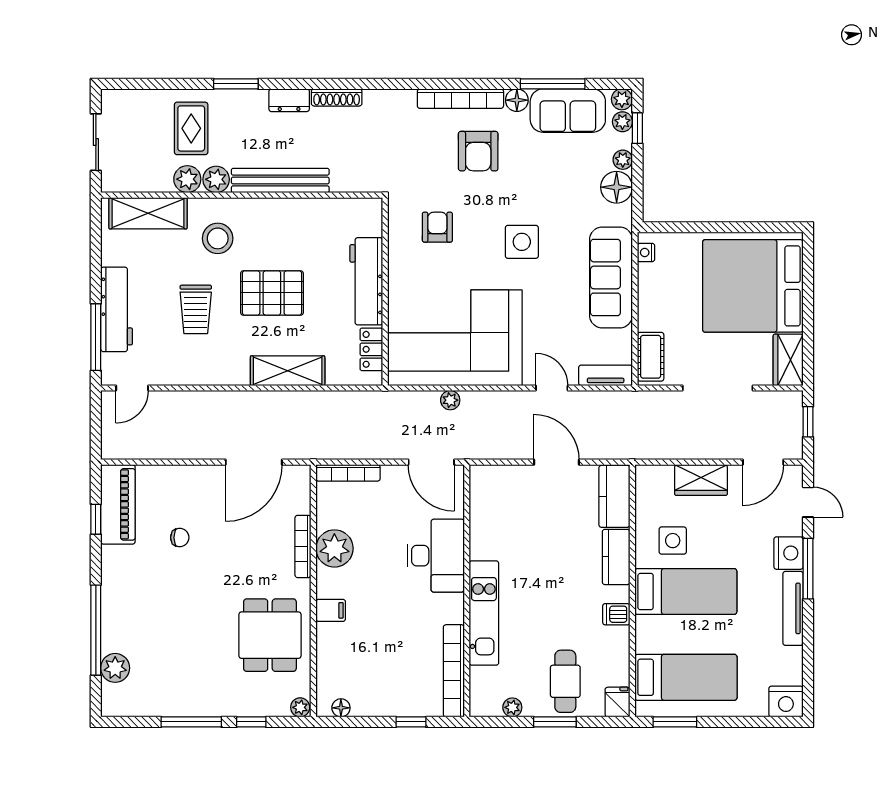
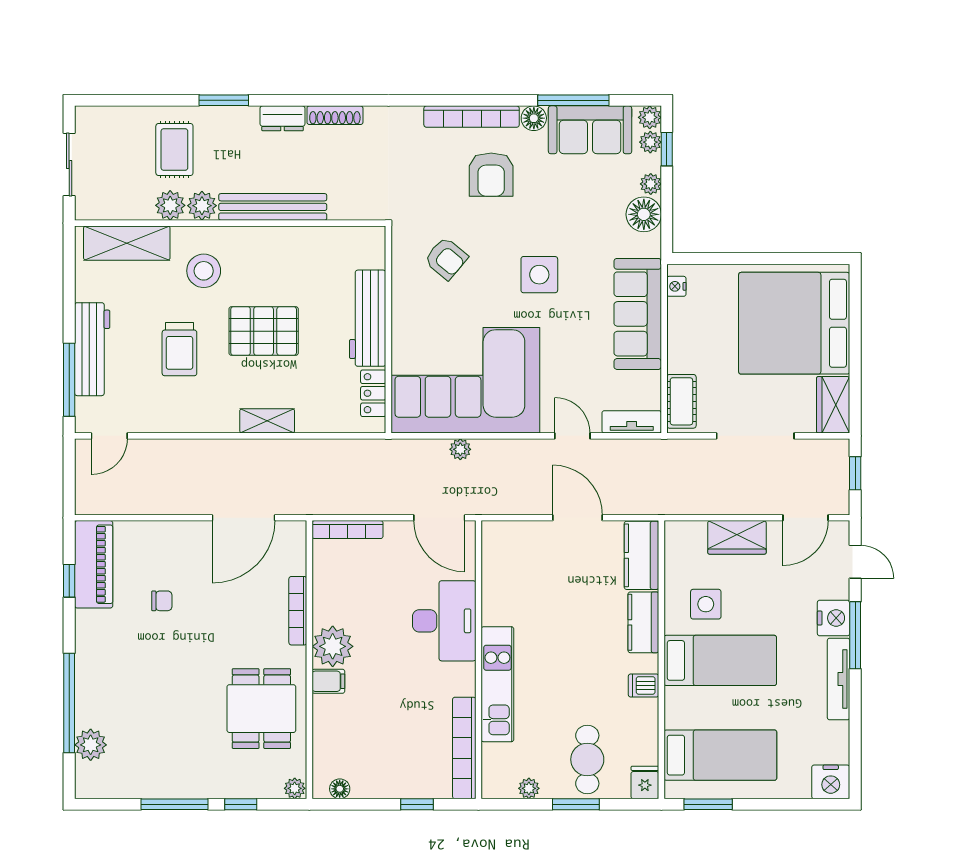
armchair: (437, 227) -> (446, 258), turned 130
shelving: (288, 371) -> (267, 421), width x0.67, depth x0.75
plant: (334, 548) -> (333, 646), moved

